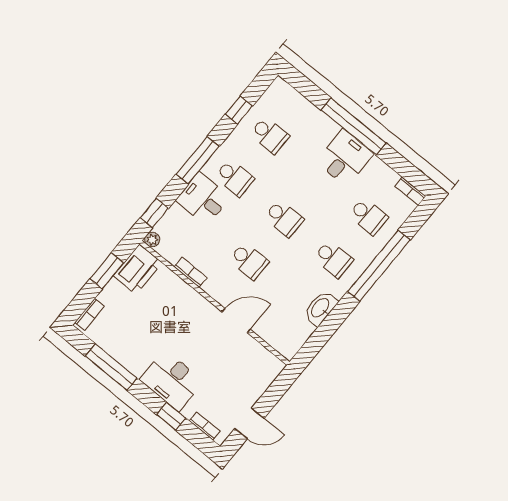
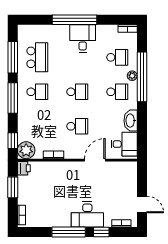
window: (239, 110) -> (13, 57), width x2.17
school desk: (270, 135) -> (37, 57), width x1.85
desk: (203, 199) -> (124, 144), moved, turned 180
plant: (152, 240) -> (26, 150), width x1.87, depth x1.87
plant: (368, 254) -> (132, 76), added
printer: (138, 269) -> (24, 168), width x0.53, depth x0.68
window: (111, 367) -> (69, 232), moved
door: (249, 423) -> (142, 204), hinge flipped

